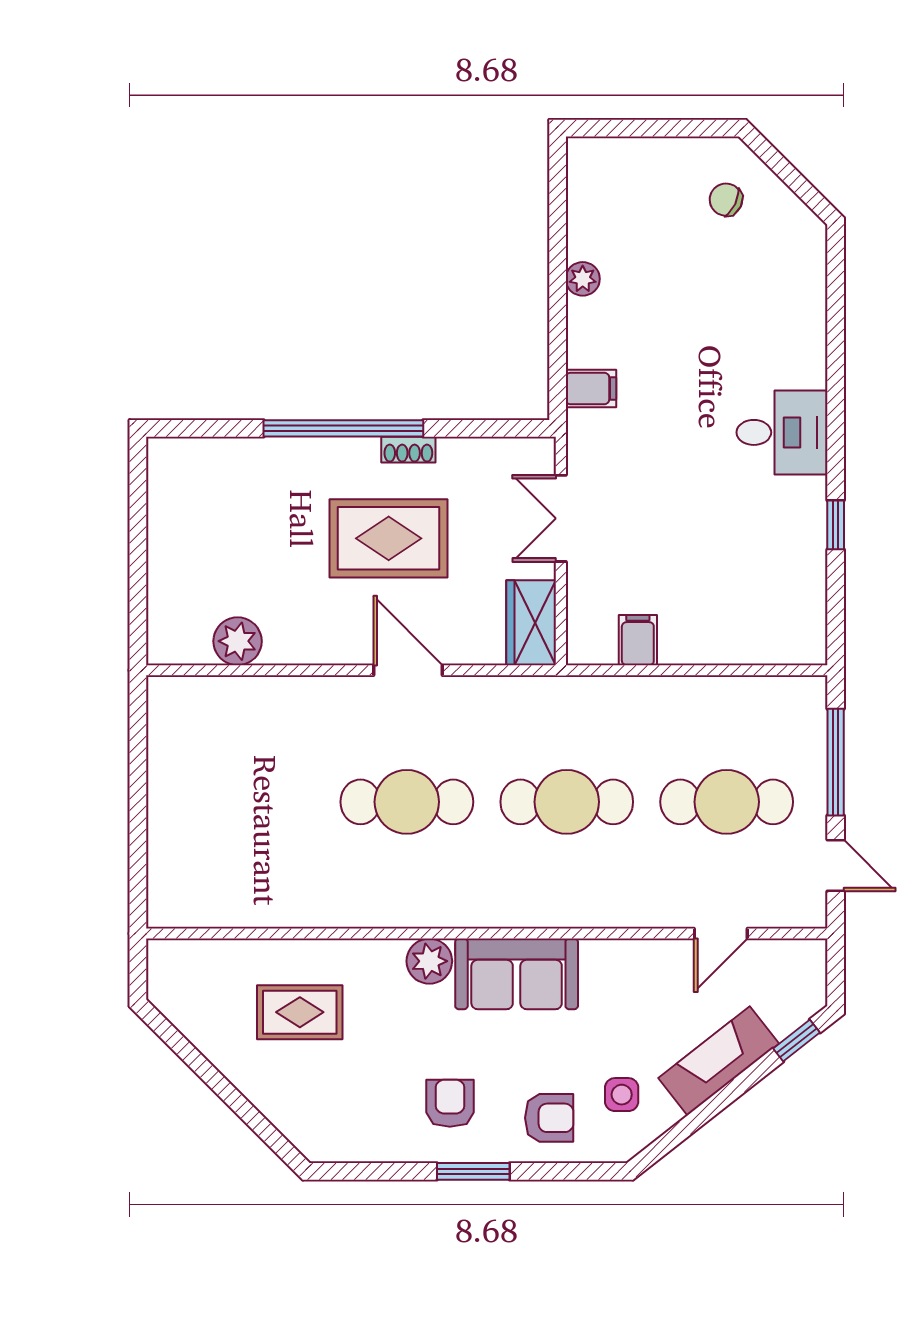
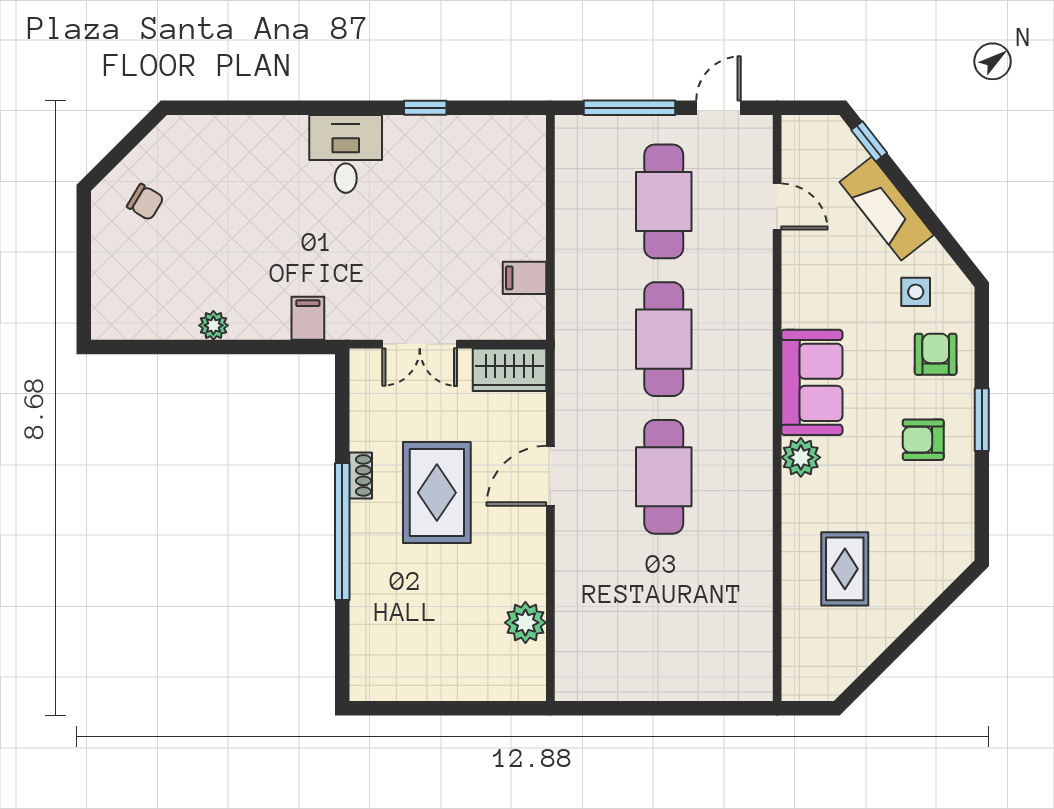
chair: (726, 200) -> (145, 202), turned -85

